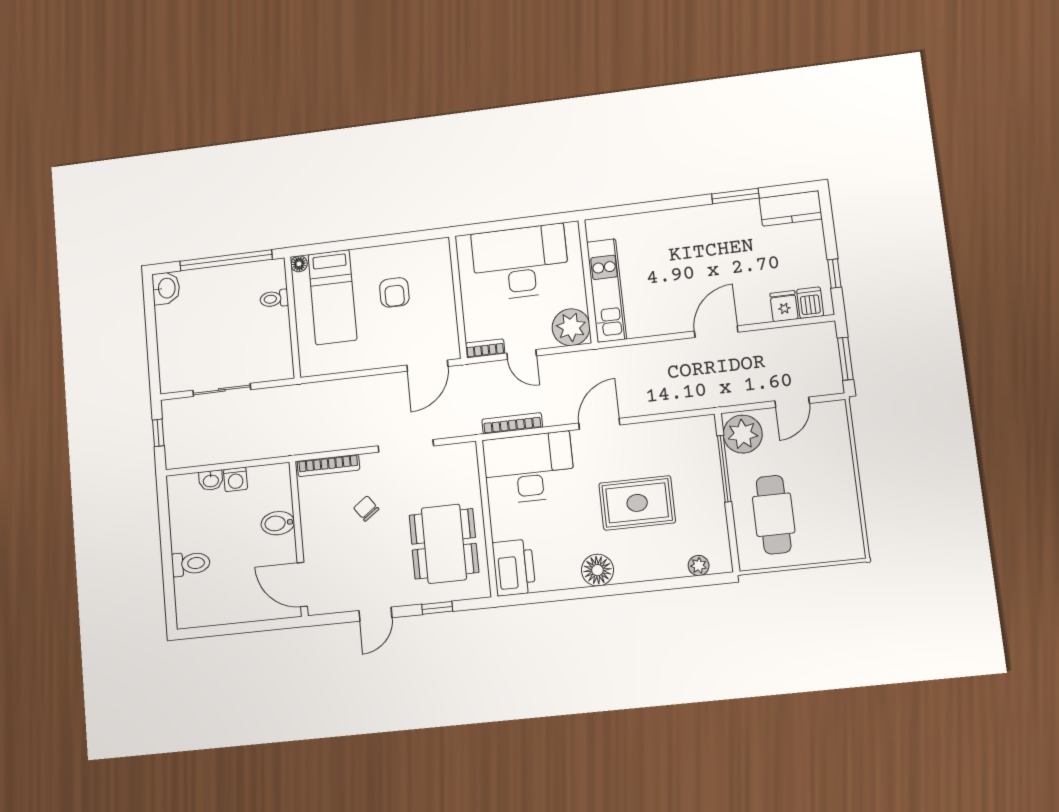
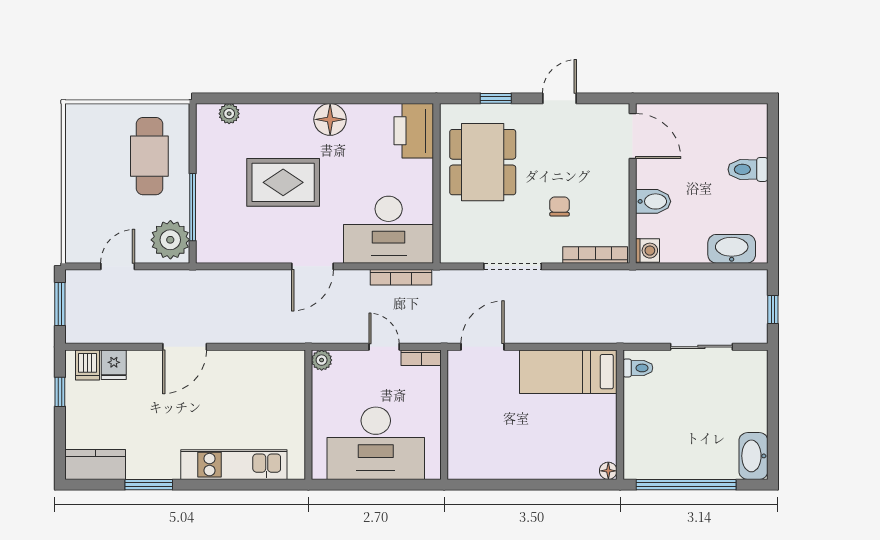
washbasin: (166, 288) -> (753, 456), width x1.38
kitchen unit: (607, 290) -> (234, 465), moved, turned 90
armchair: (394, 292) -> (510, 428), removed
bed: (333, 297) -> (568, 372), moved, turned -90
toilet: (274, 299) -> (638, 368), moved
plant: (571, 327) -> (322, 360), width x0.53, depth x0.53
washing machine: (235, 479) -> (647, 251), moved, turned 90
washbasin: (211, 480) -> (732, 249), width x1.91, depth x1.45
chair: (366, 509) -> (560, 206), turned -144

